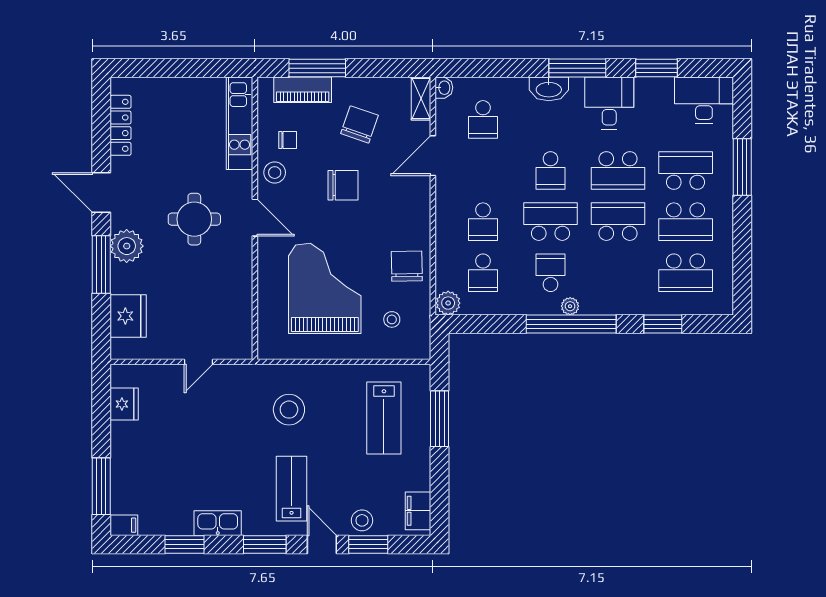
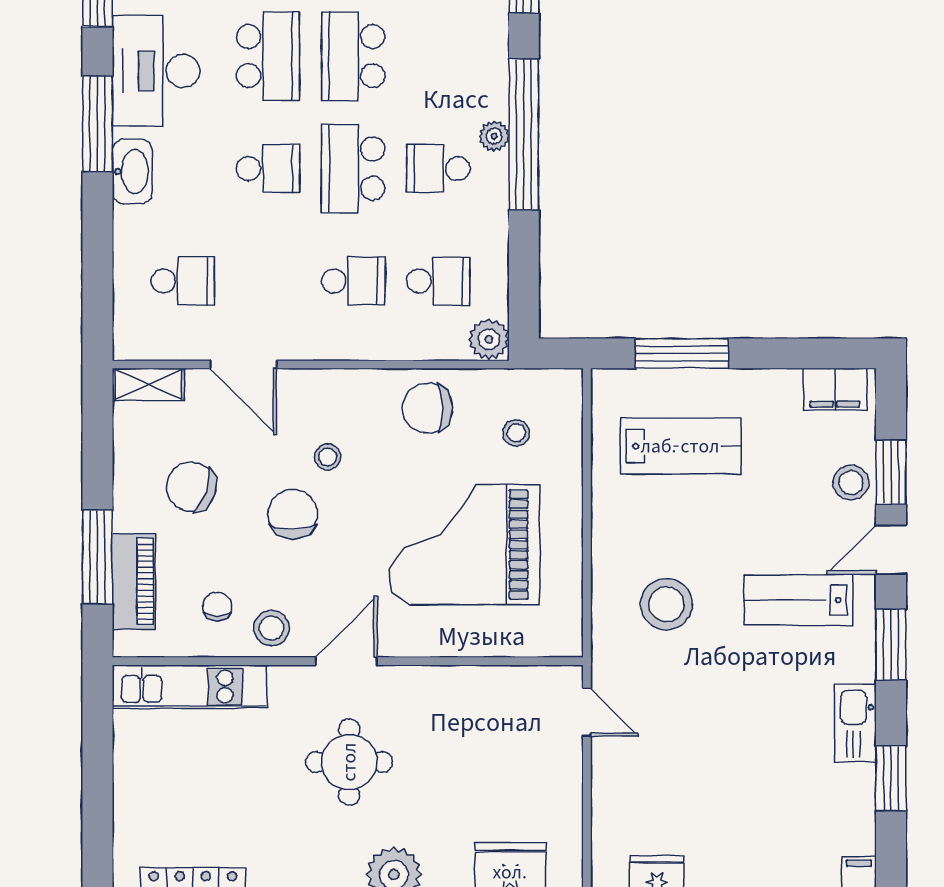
washbasin: (444, 88) -> (130, 346), removed
desk: (609, 103) -> (156, 71), width x1.37
stool: (377, 206) -> (328, 457), added
door: (199, 362) -> (587, 712), moved

